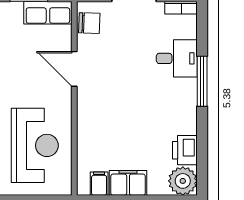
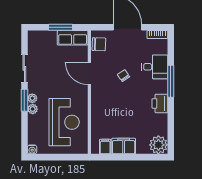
chair: (128, 72) -> (124, 76), added
printer: (185, 150) -> (160, 103), moved

